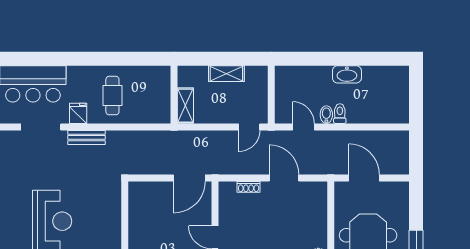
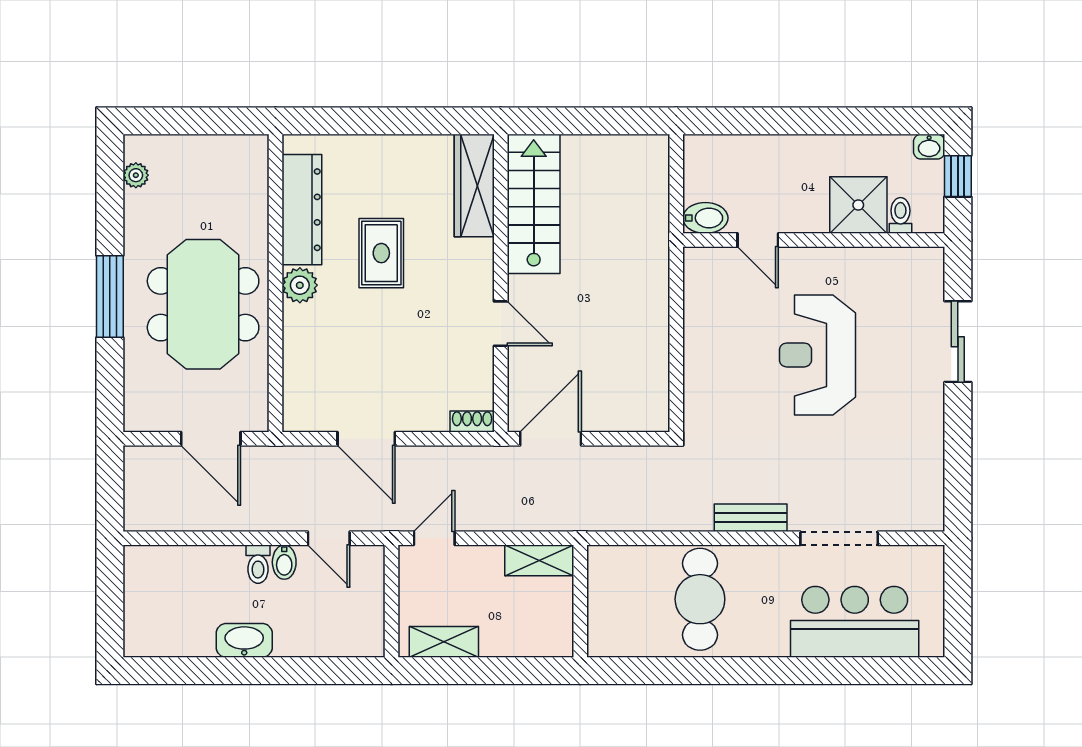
shelving: (226, 74) -> (444, 642), moved
cafe table: (112, 96) -> (700, 599), width x1.37, depth x1.35
shelving: (185, 106) -> (539, 560), moved, turned 90
fridge: (78, 113) -> (767, 565), removed
shoe rack: (249, 187) -> (472, 422), moved

